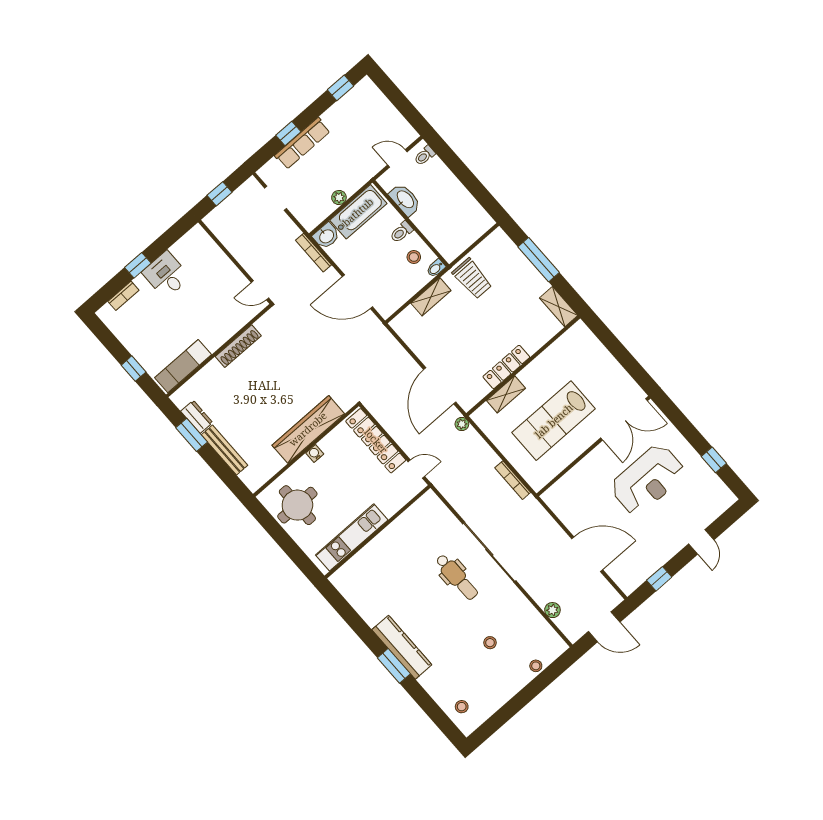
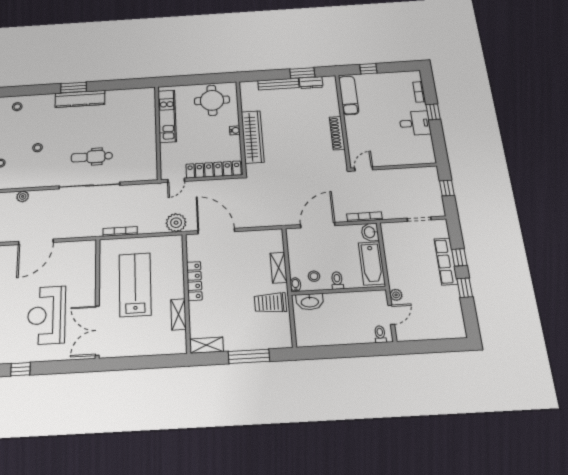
window: (341, 88) -> (465, 288), moved
plant: (339, 197) -> (396, 295), moved
washbasin: (405, 200) -> (310, 302), moved
shelving: (506, 394) -> (178, 314), moved
plant: (462, 424) -> (176, 223), width x1.88, depth x1.88

